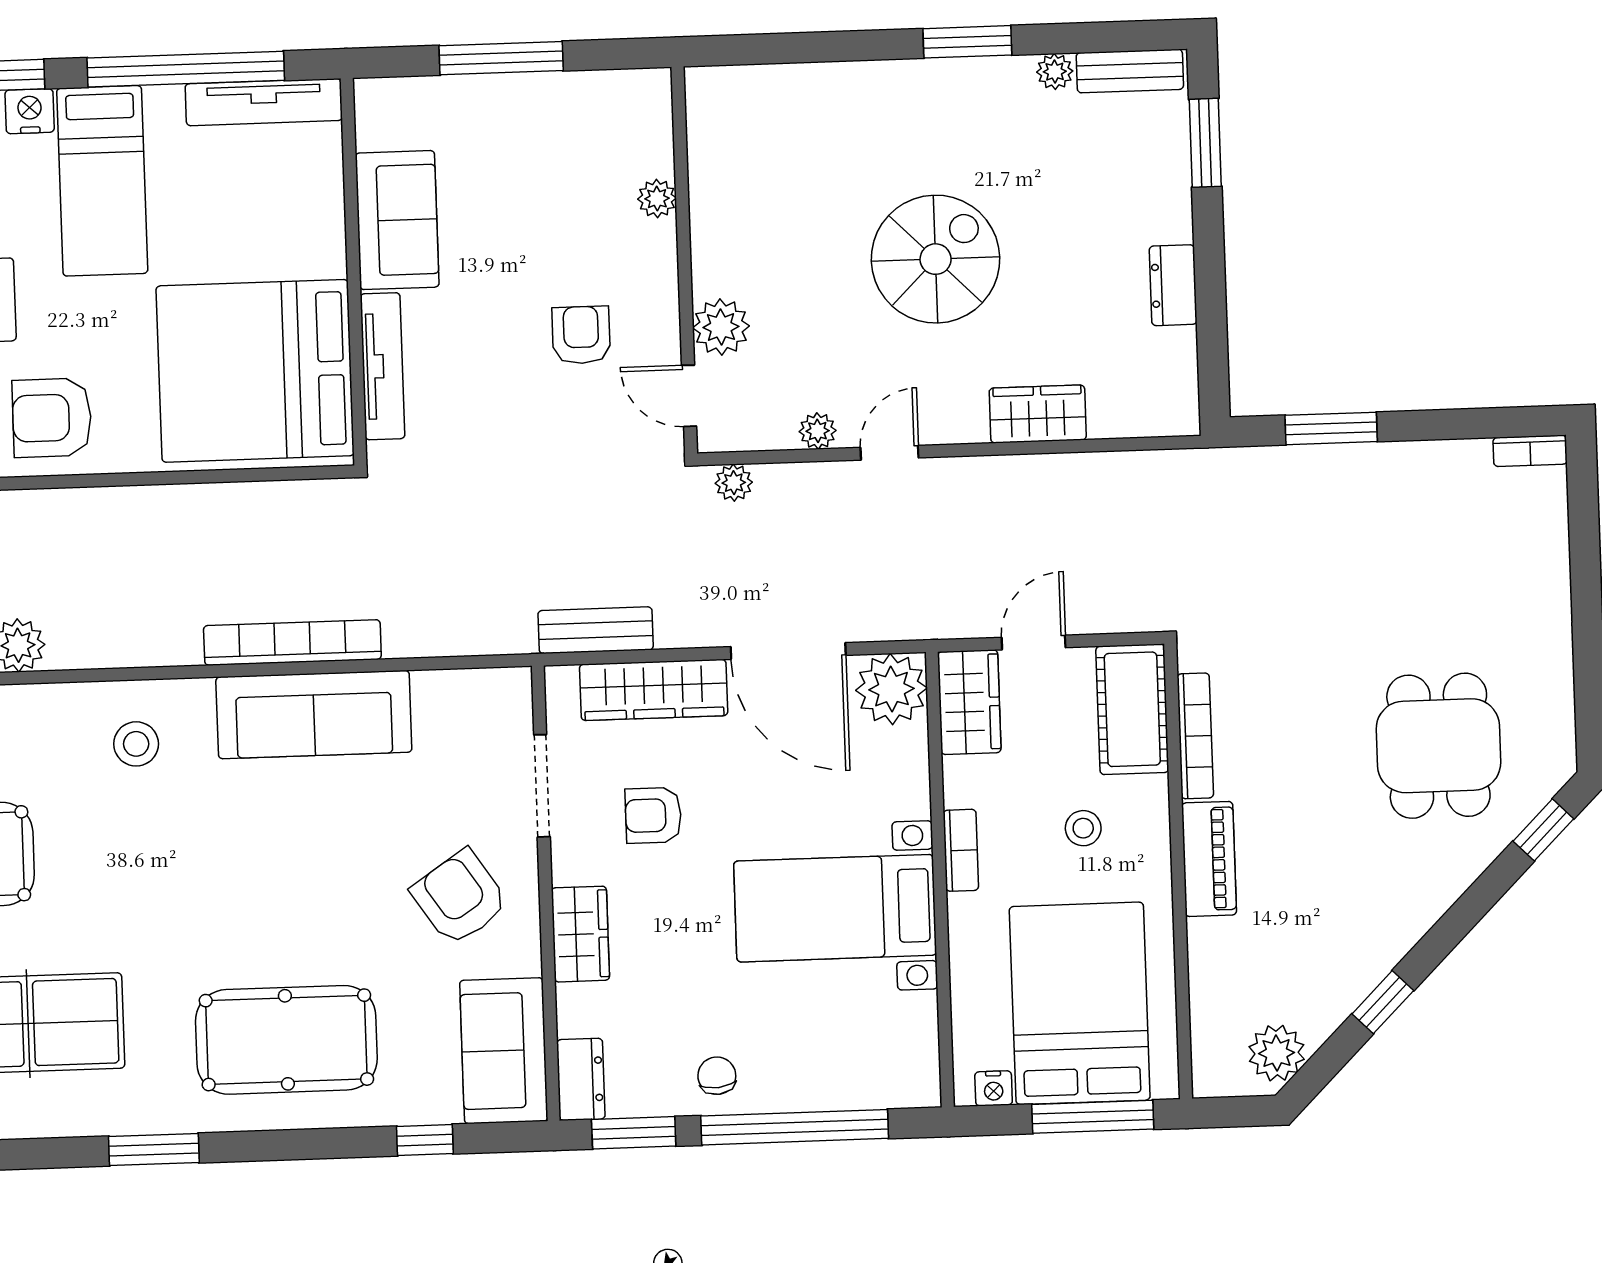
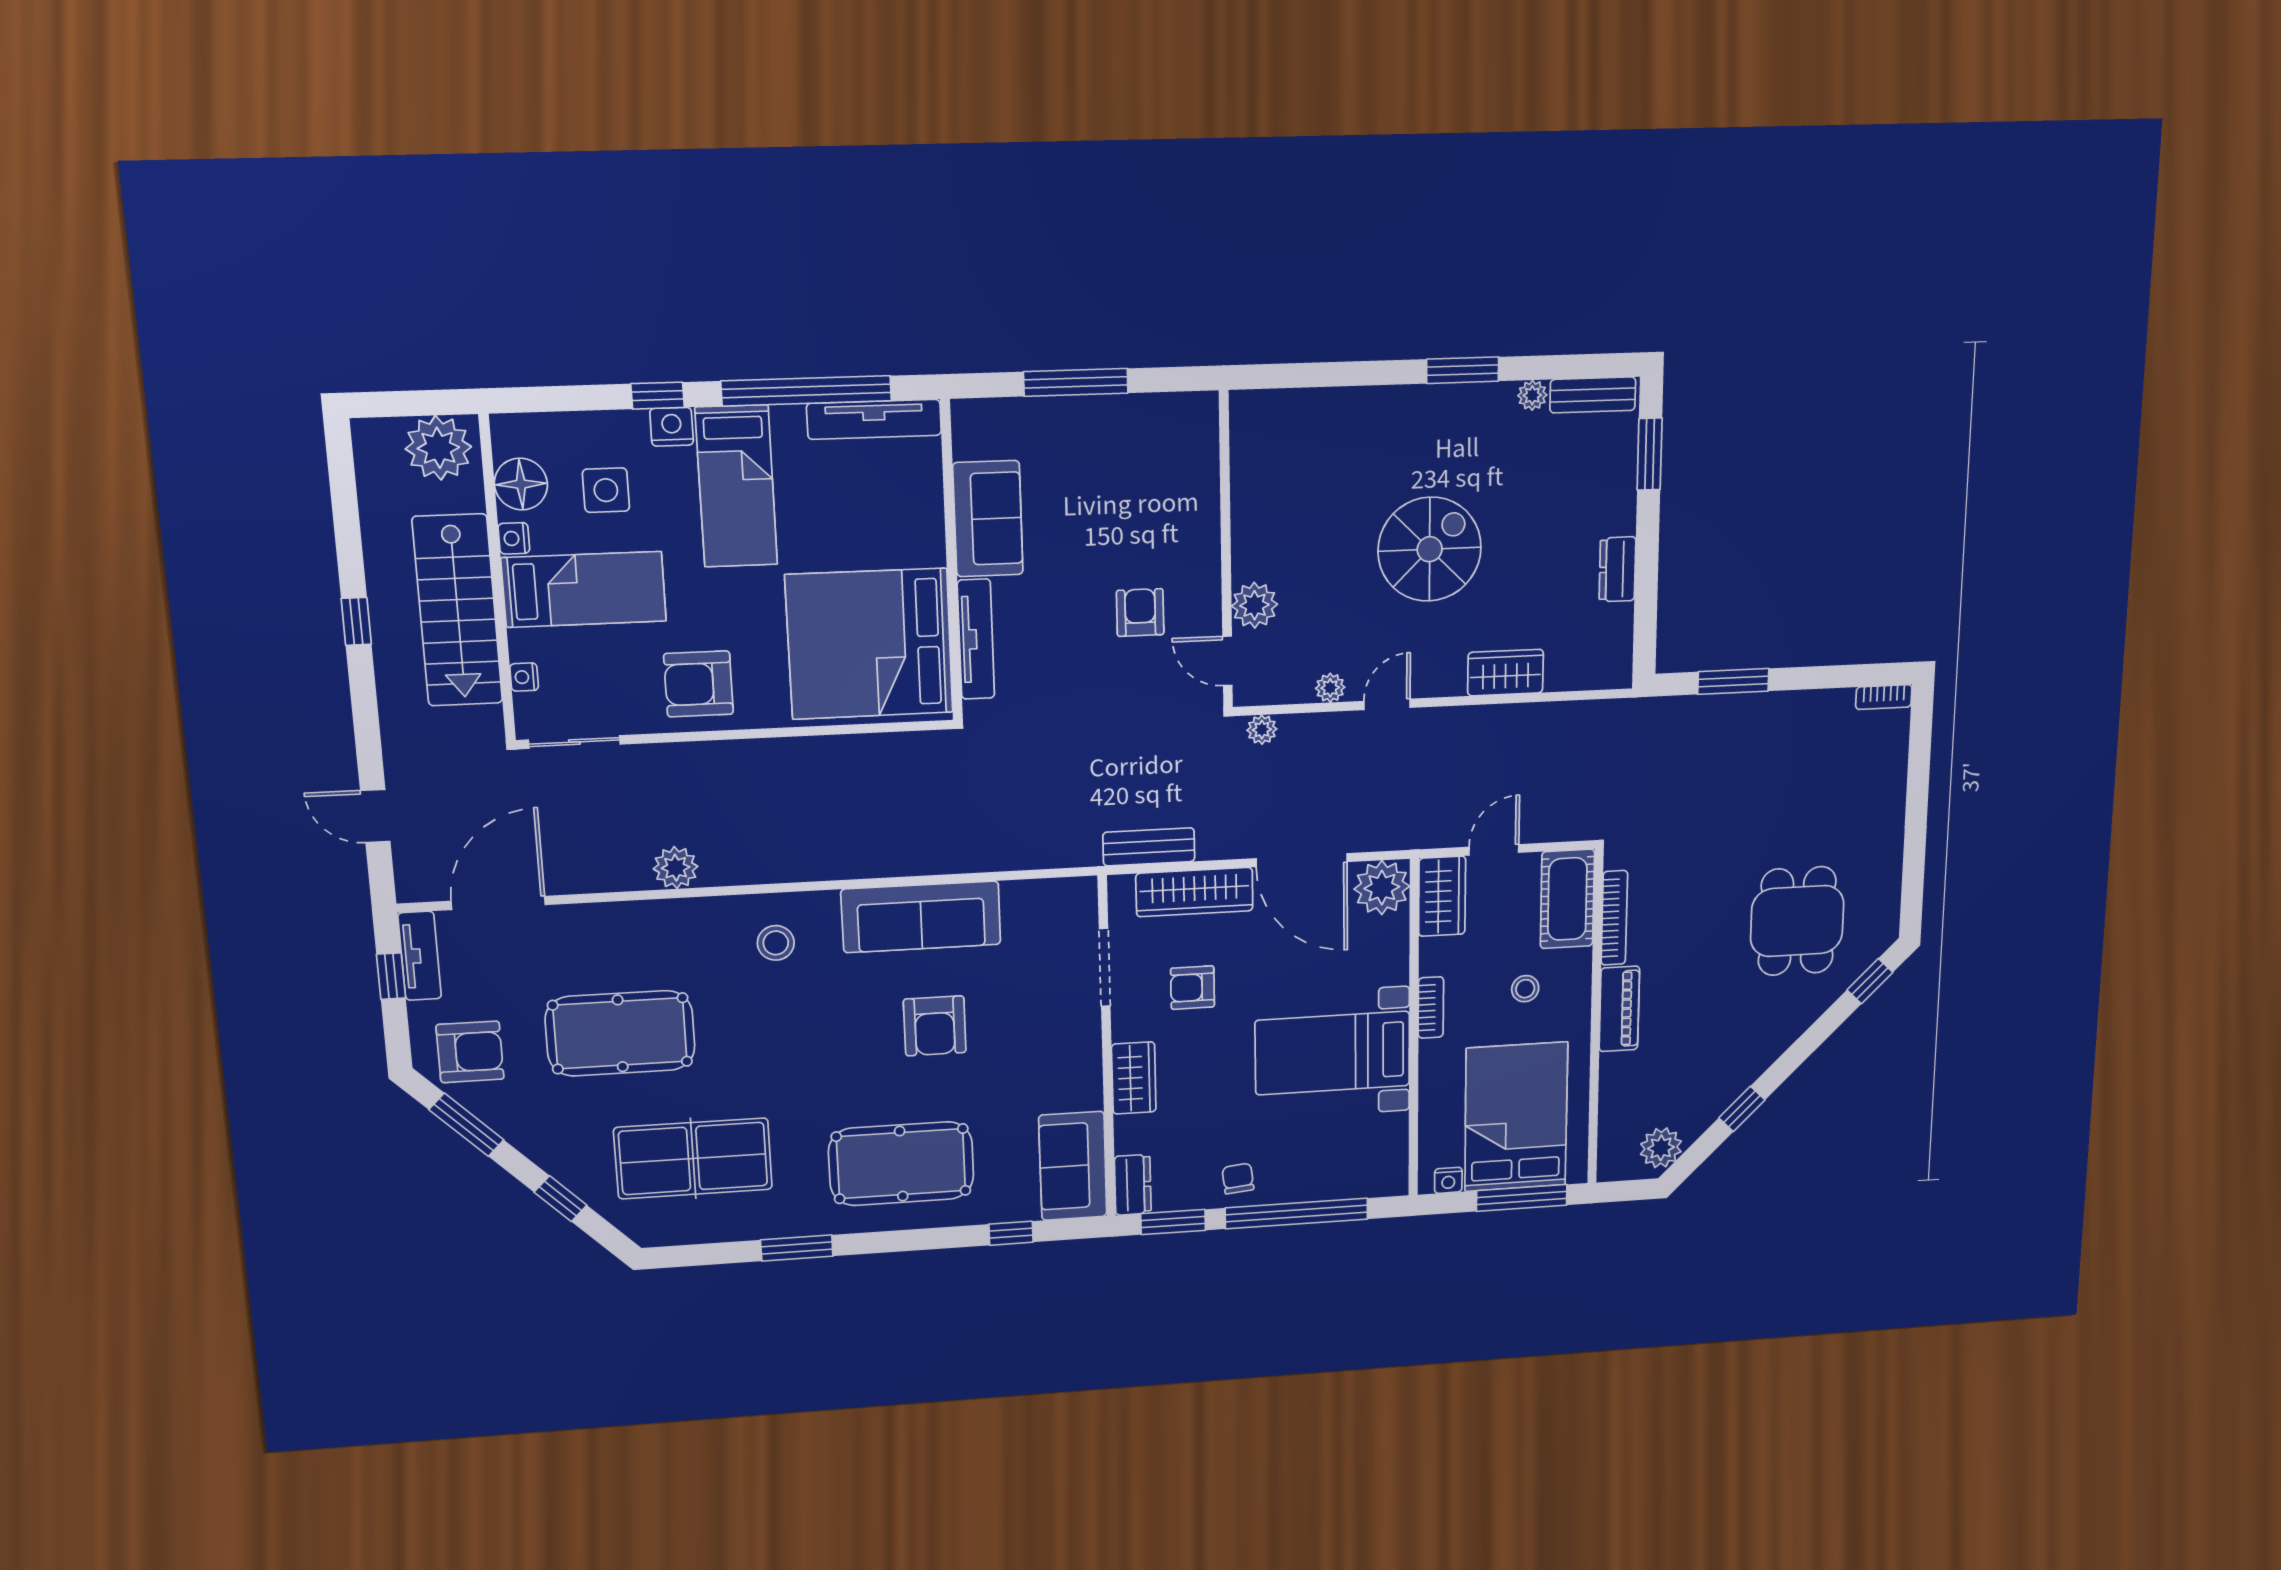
plant: (657, 199) -> (1204, 500), removed
bookcase: (292, 642) -> (903, 861), removed
armchair: (460, 898) -> (935, 1026), moved, turned -146

